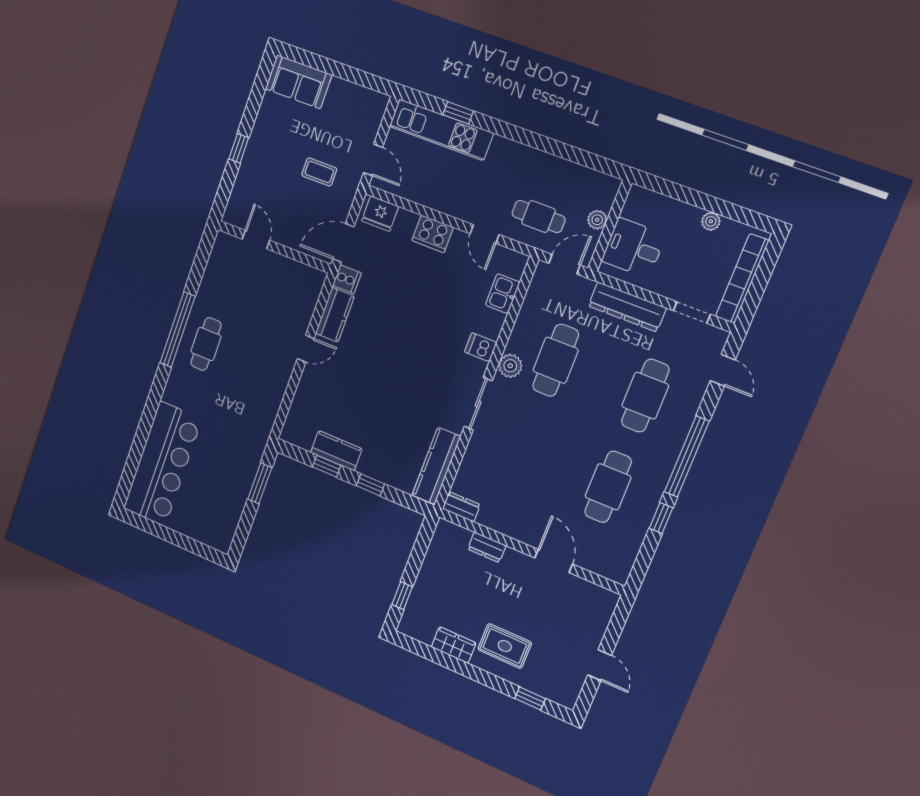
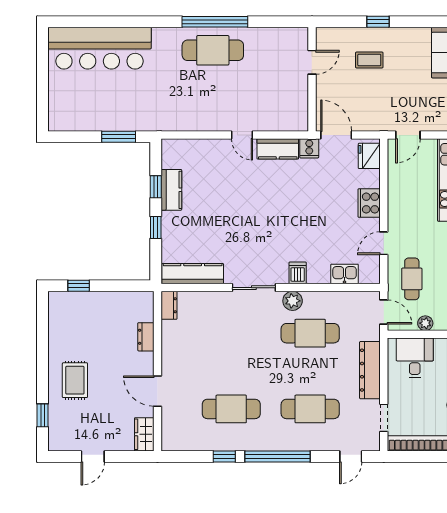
coffee table: (319, 172) -> (369, 60), moved, turned 90
cafe table: (206, 344) -> (213, 50), width x1.37, depth x1.35
door: (554, 561) -> (158, 391), swing flipped
wardrobe: (454, 645) -> (144, 434), moved, turned 180

